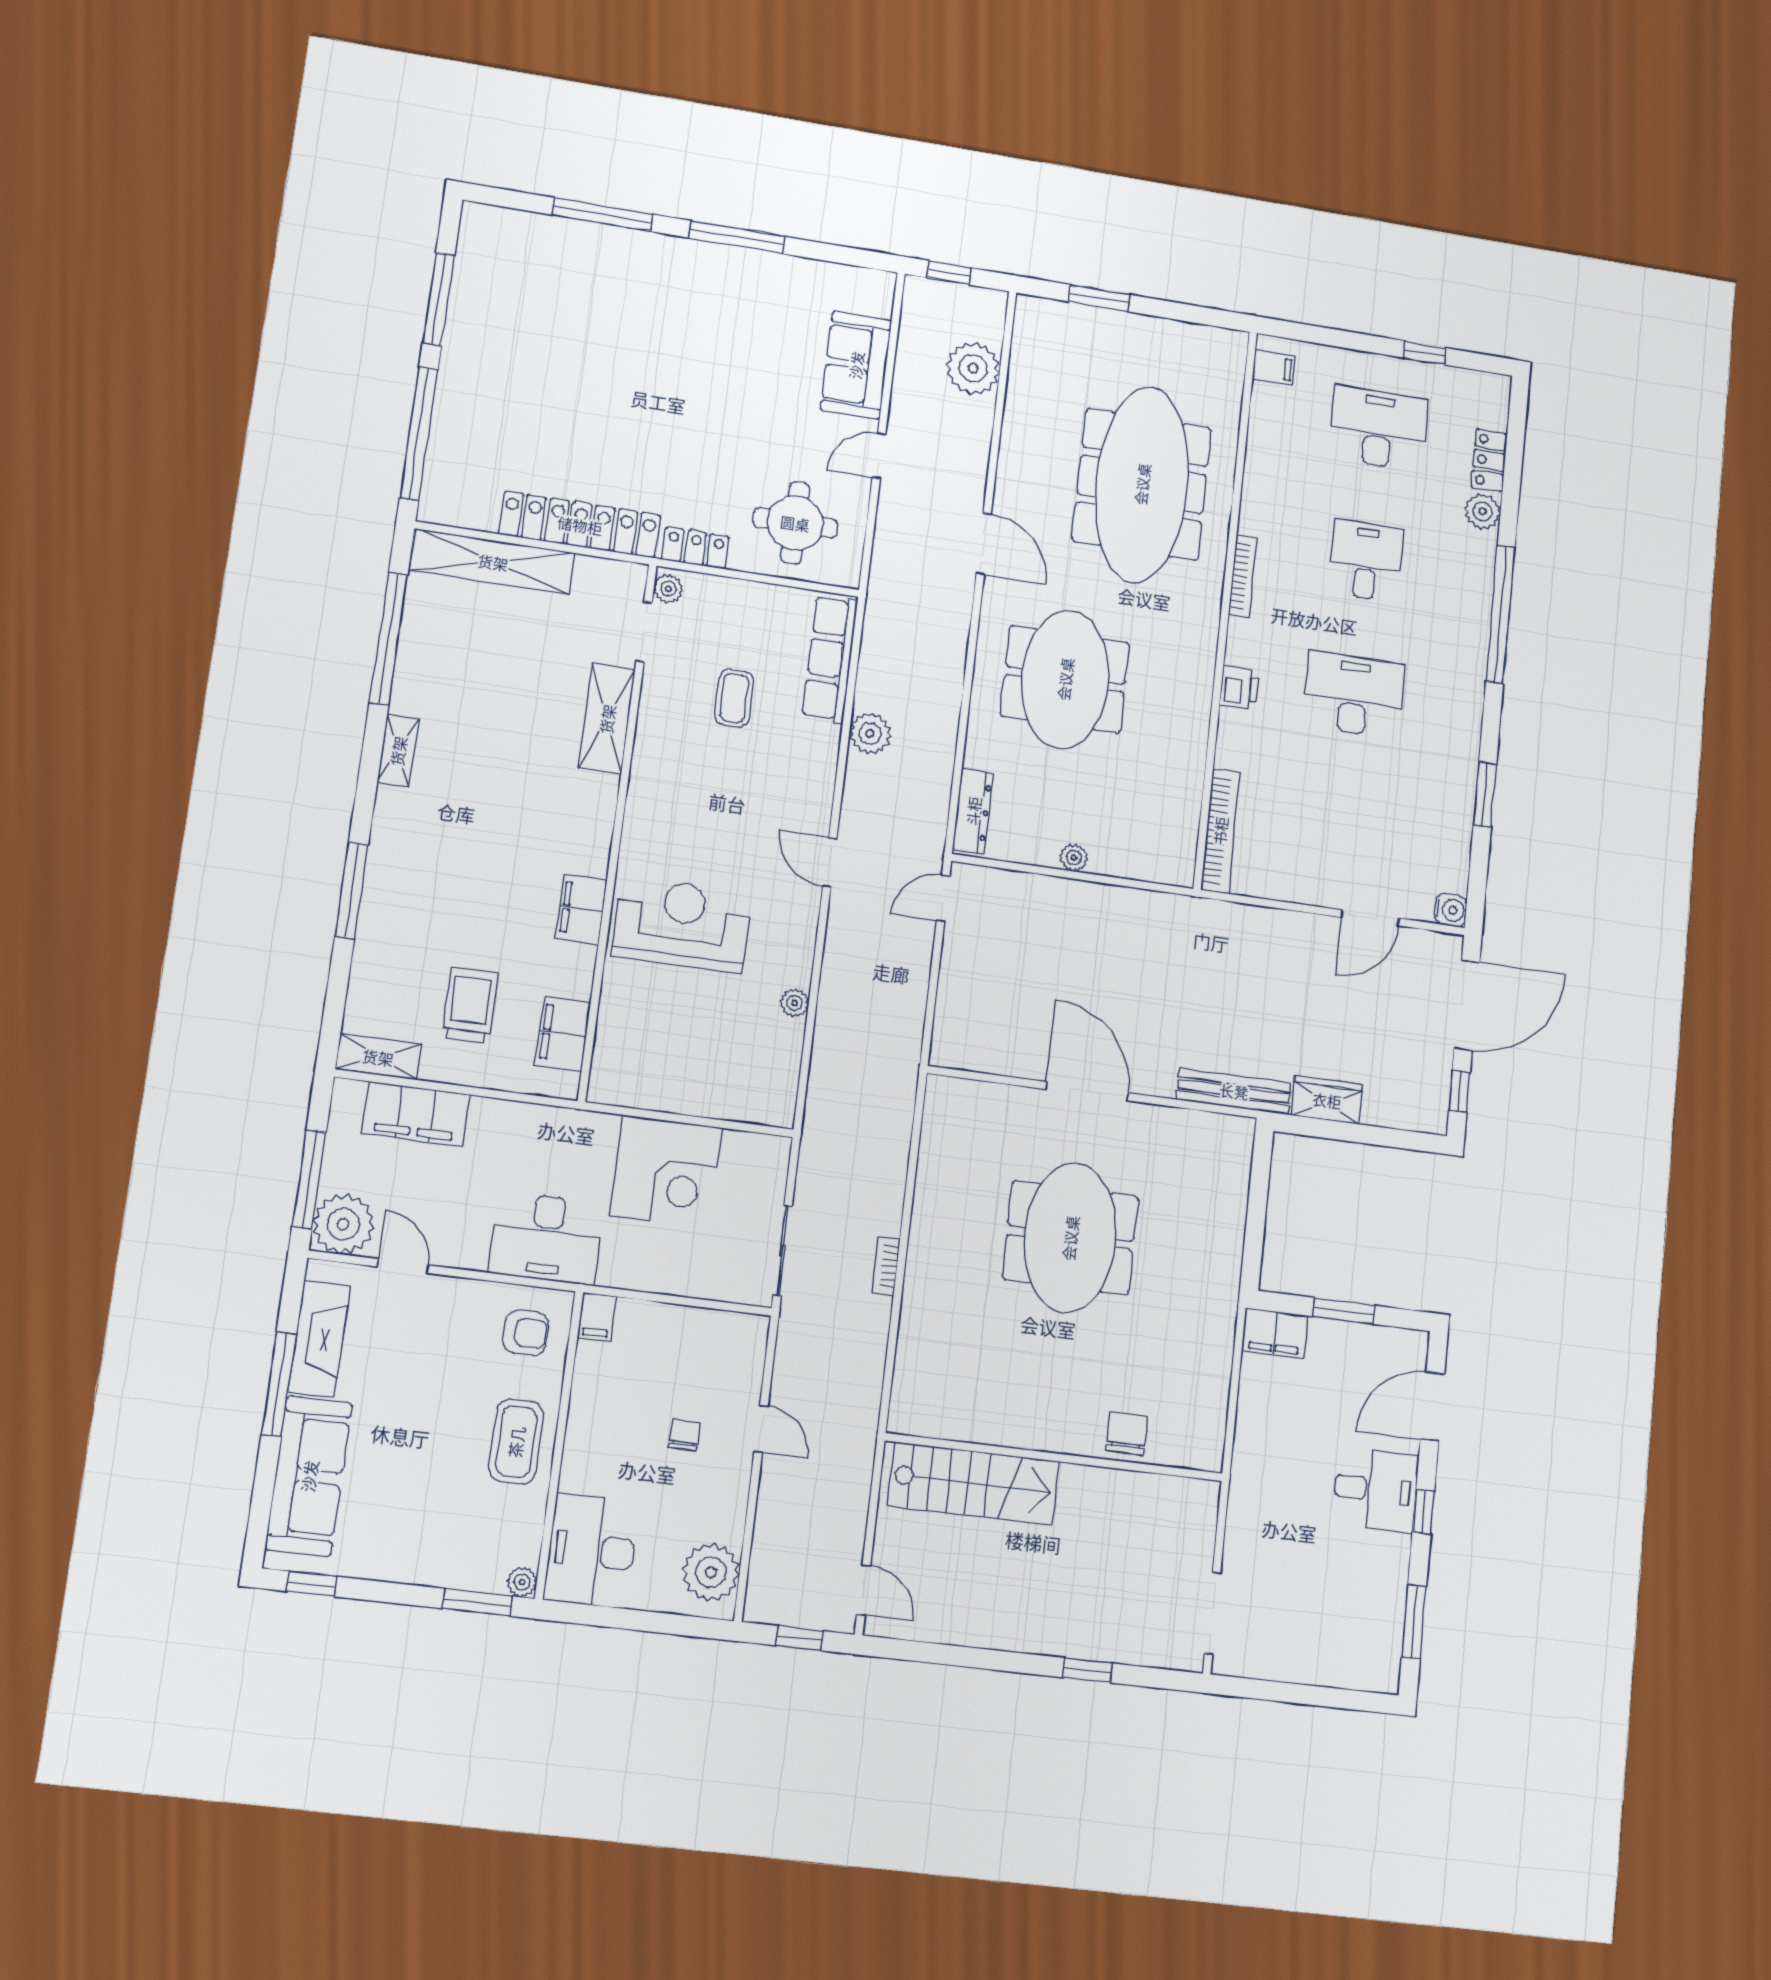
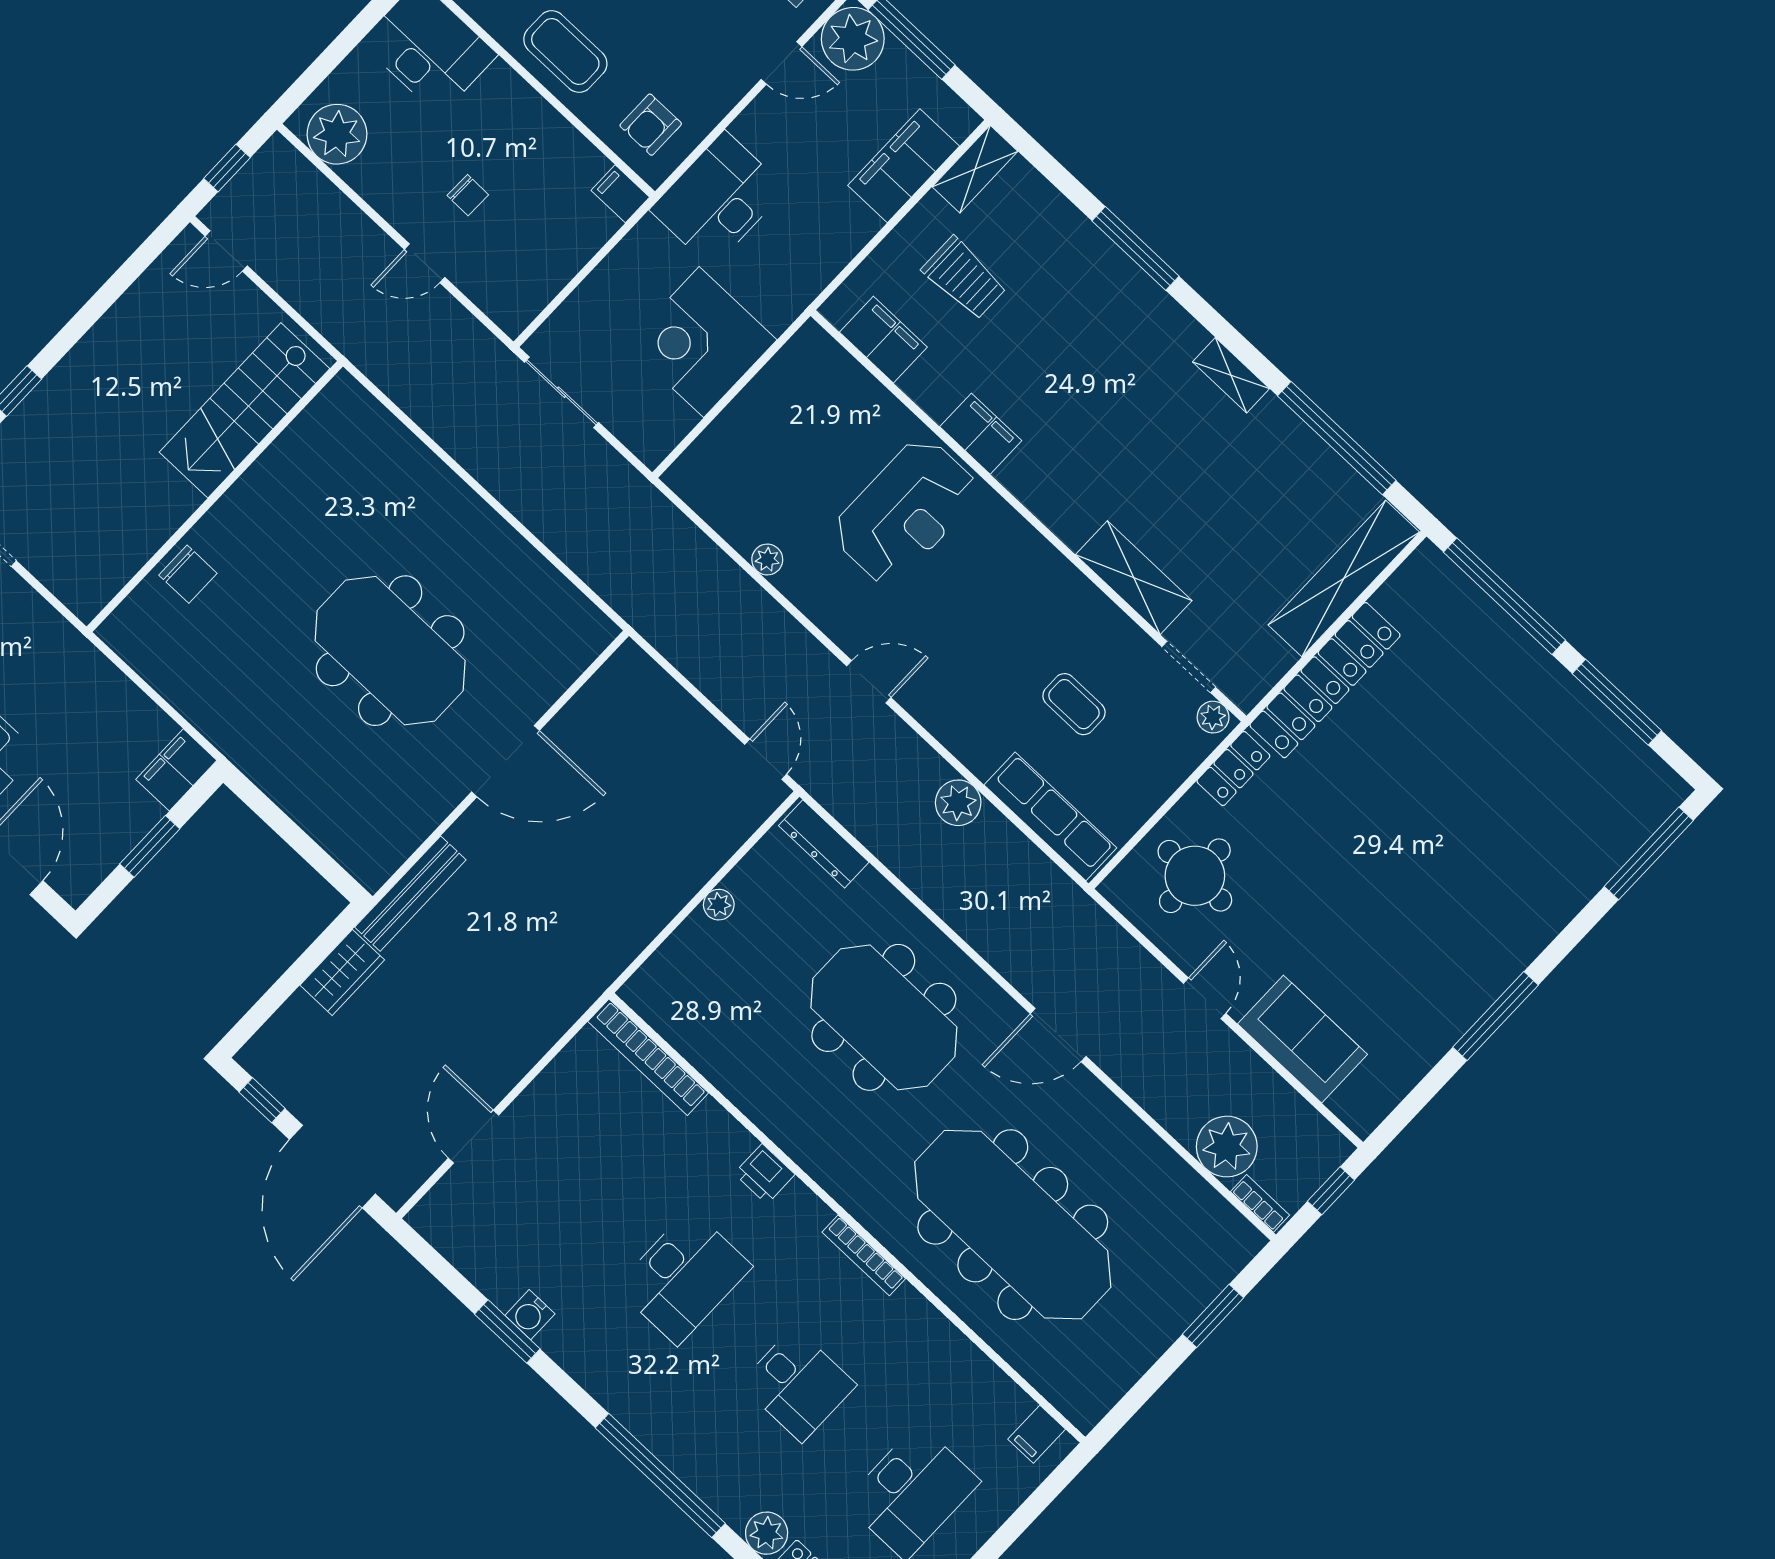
window: (602, 215) -> (1649, 853), moved
water cooler: (1451, 910) -> (530, 1315), moved
bookcase: (886, 1266) -> (1260, 1203), moved

